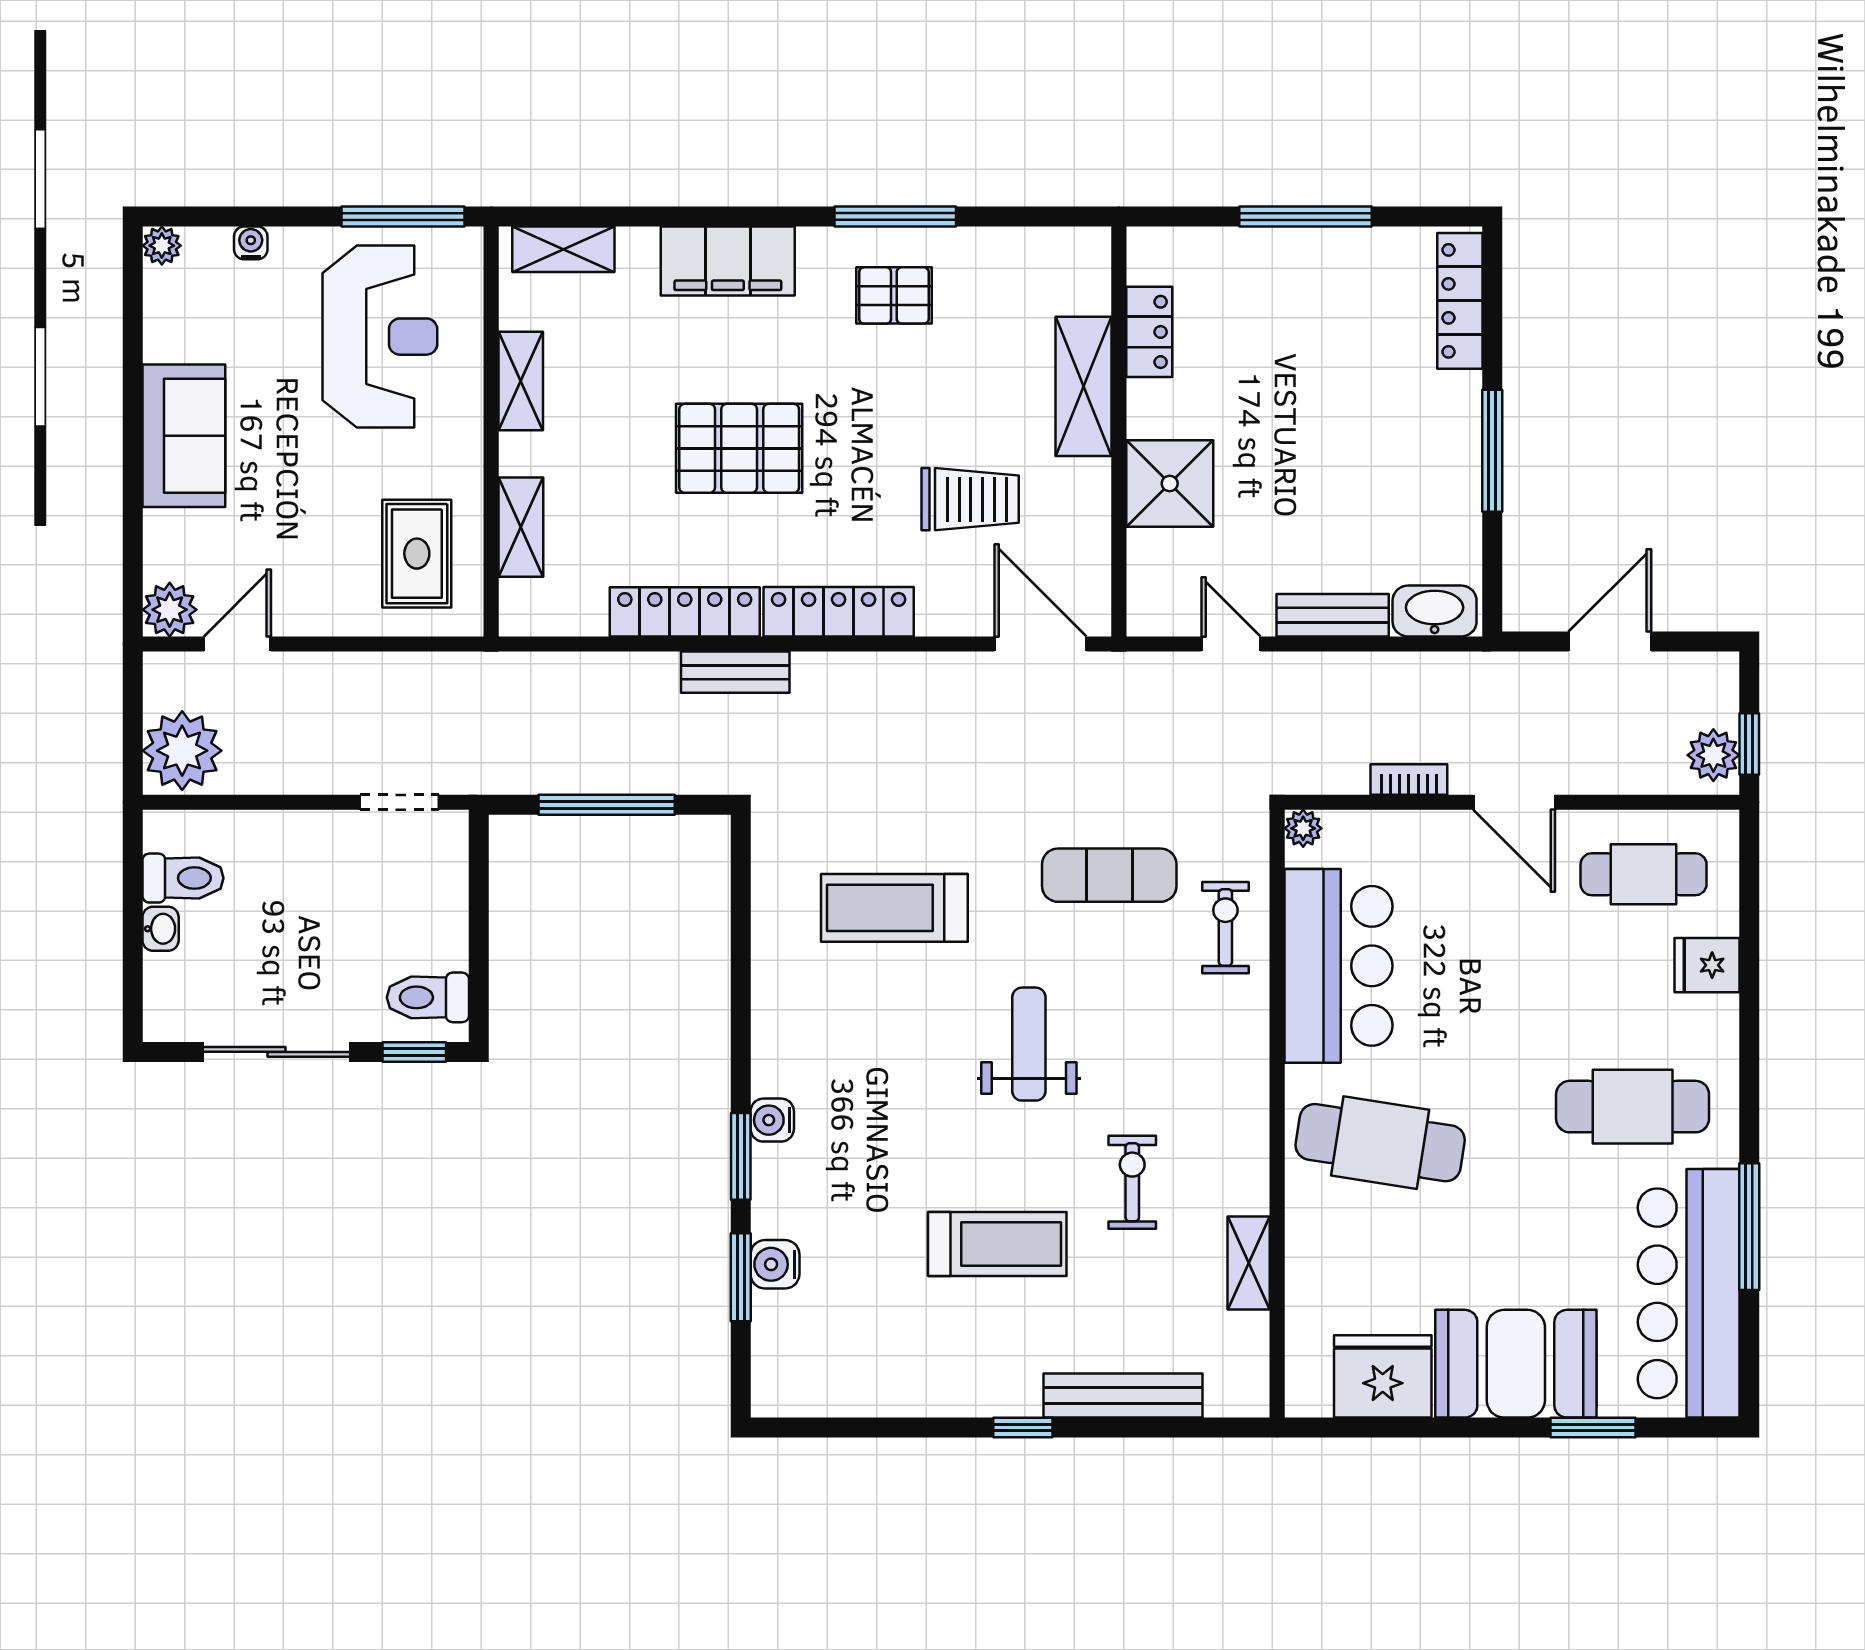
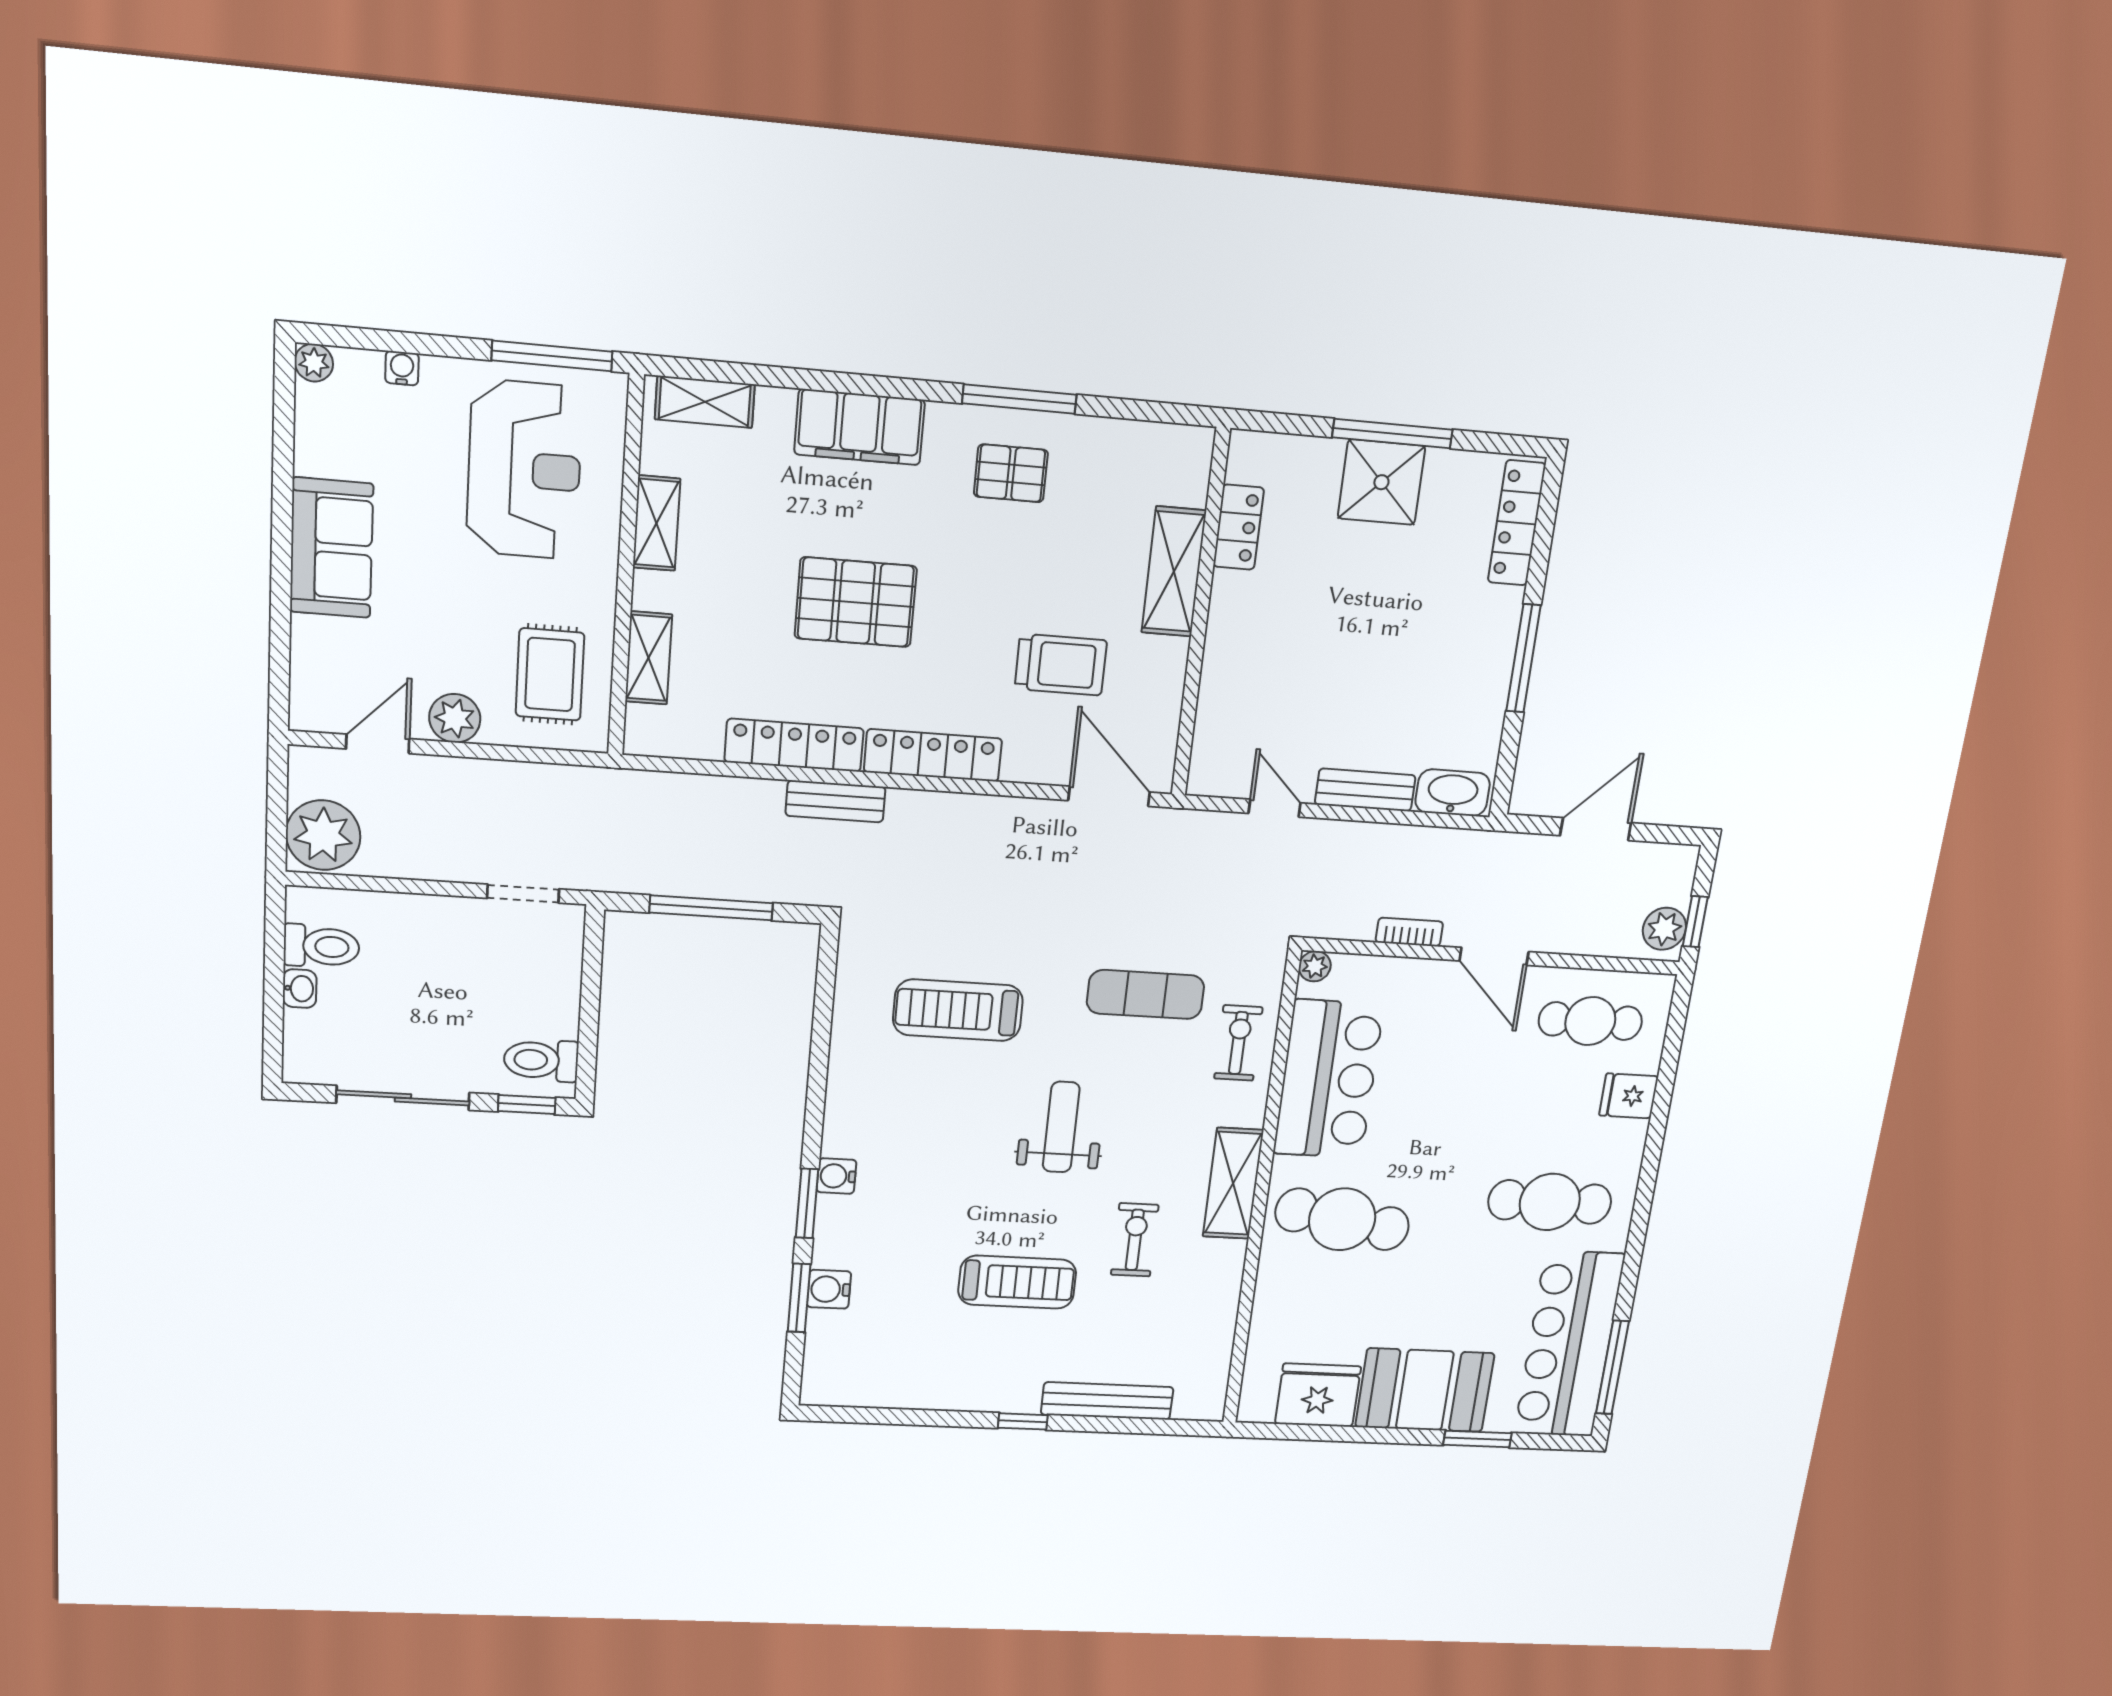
shower: (1170, 483) -> (1381, 482), moved
plant: (170, 610) -> (455, 718), moved
window: (1749, 1227) -> (1612, 1367), moved
shelving: (1249, 1263) -> (1233, 1183), moved, width x1.50, depth x1.33

